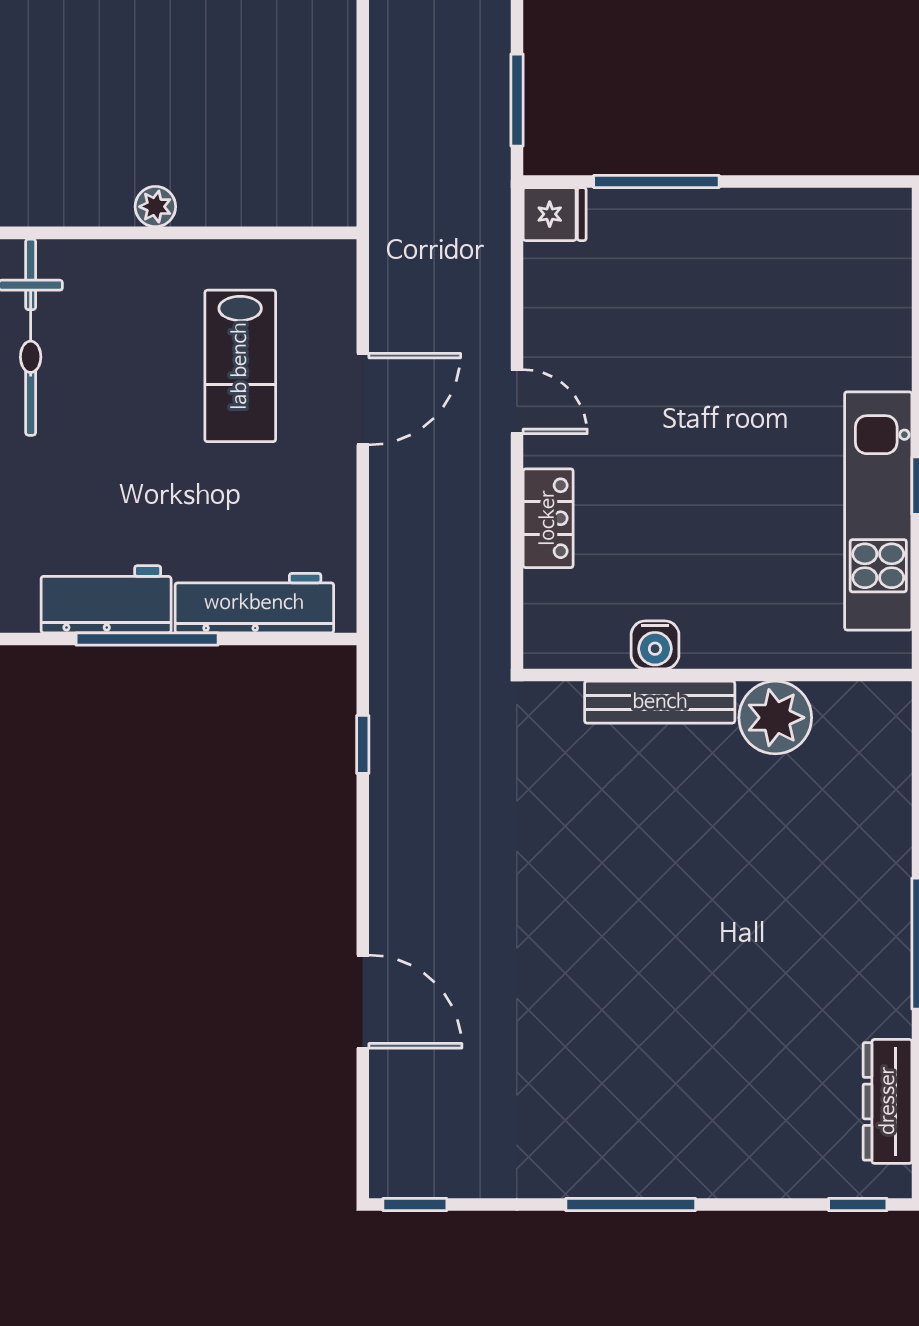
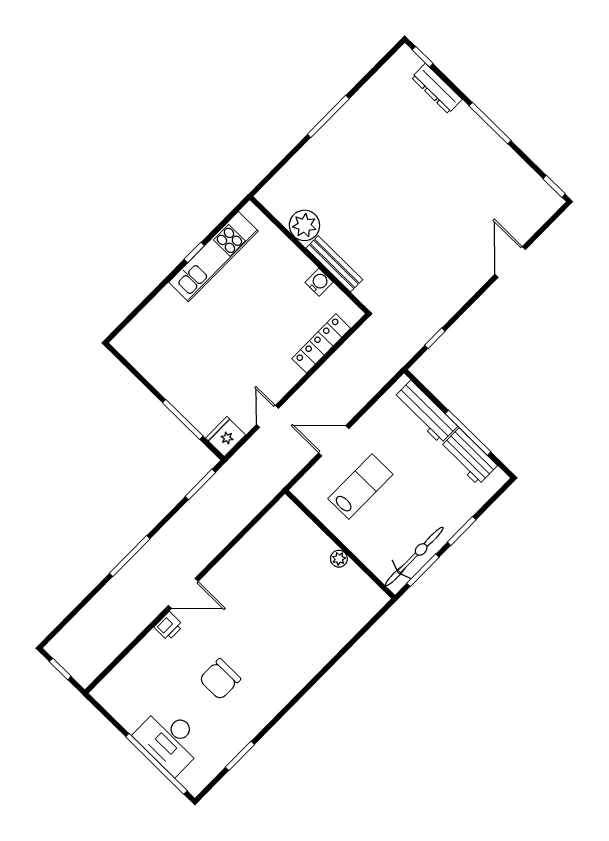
fridge: (555, 214) -> (226, 437), width x1.38
door: (517, 402) -> (267, 416), moved
locker: (548, 518) -> (321, 343), width x1.53
dresser: (888, 1101) -> (437, 88), moved, turned 90

